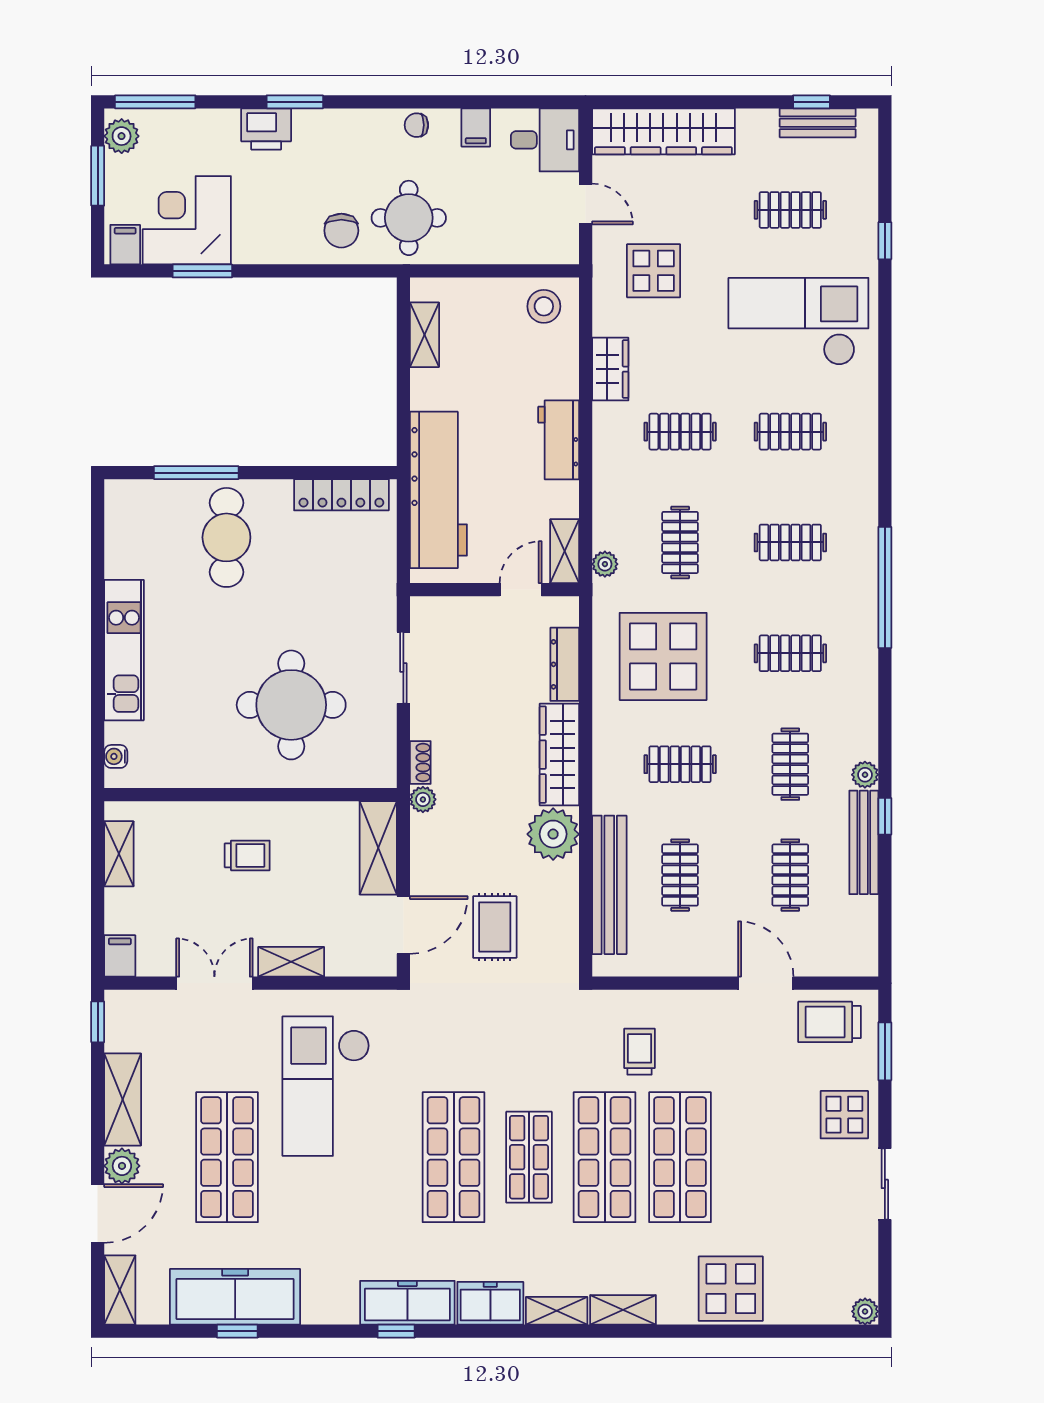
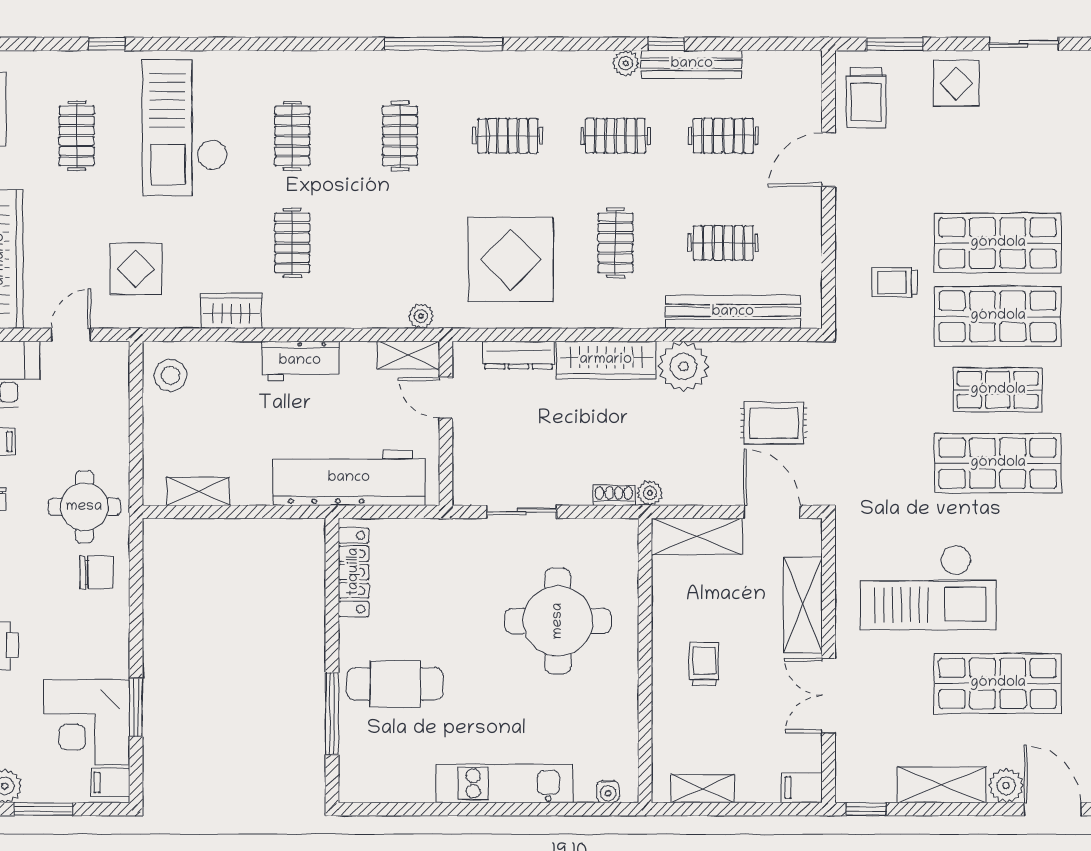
clothes rail: (680, 542) -> (400, 243), removed
clothes rail: (790, 653) -> (508, 136), turned 90
shelving: (291, 962) -> (803, 605), width x1.50, depth x1.33

